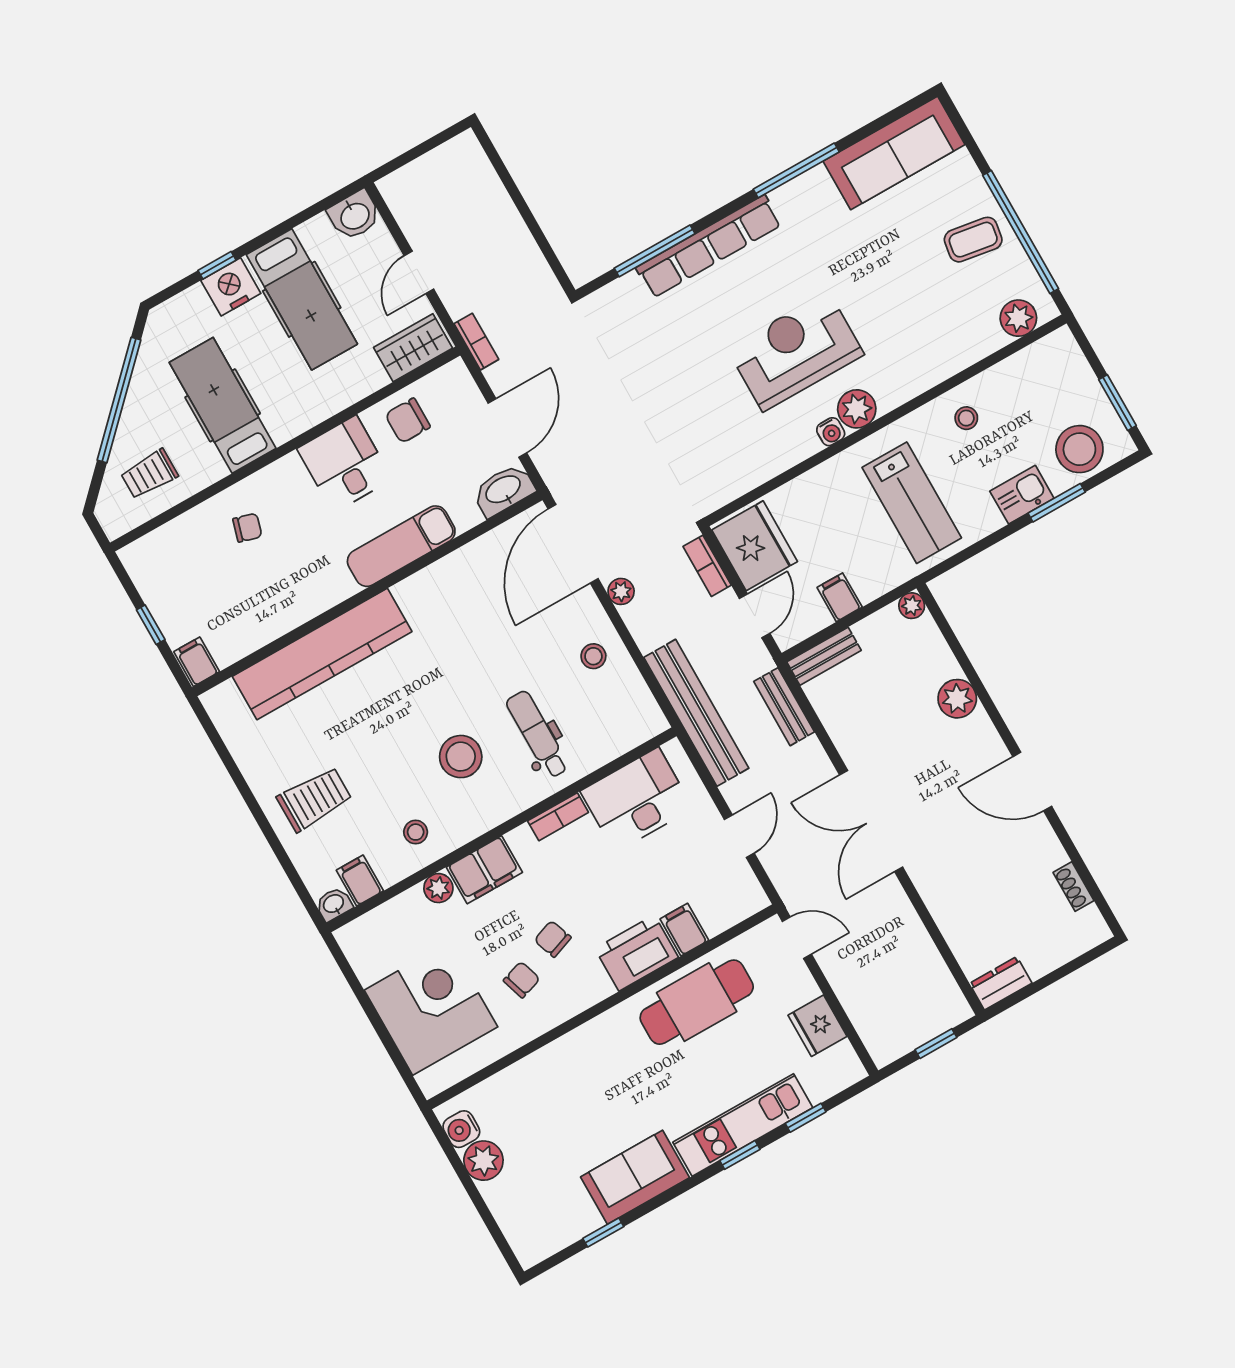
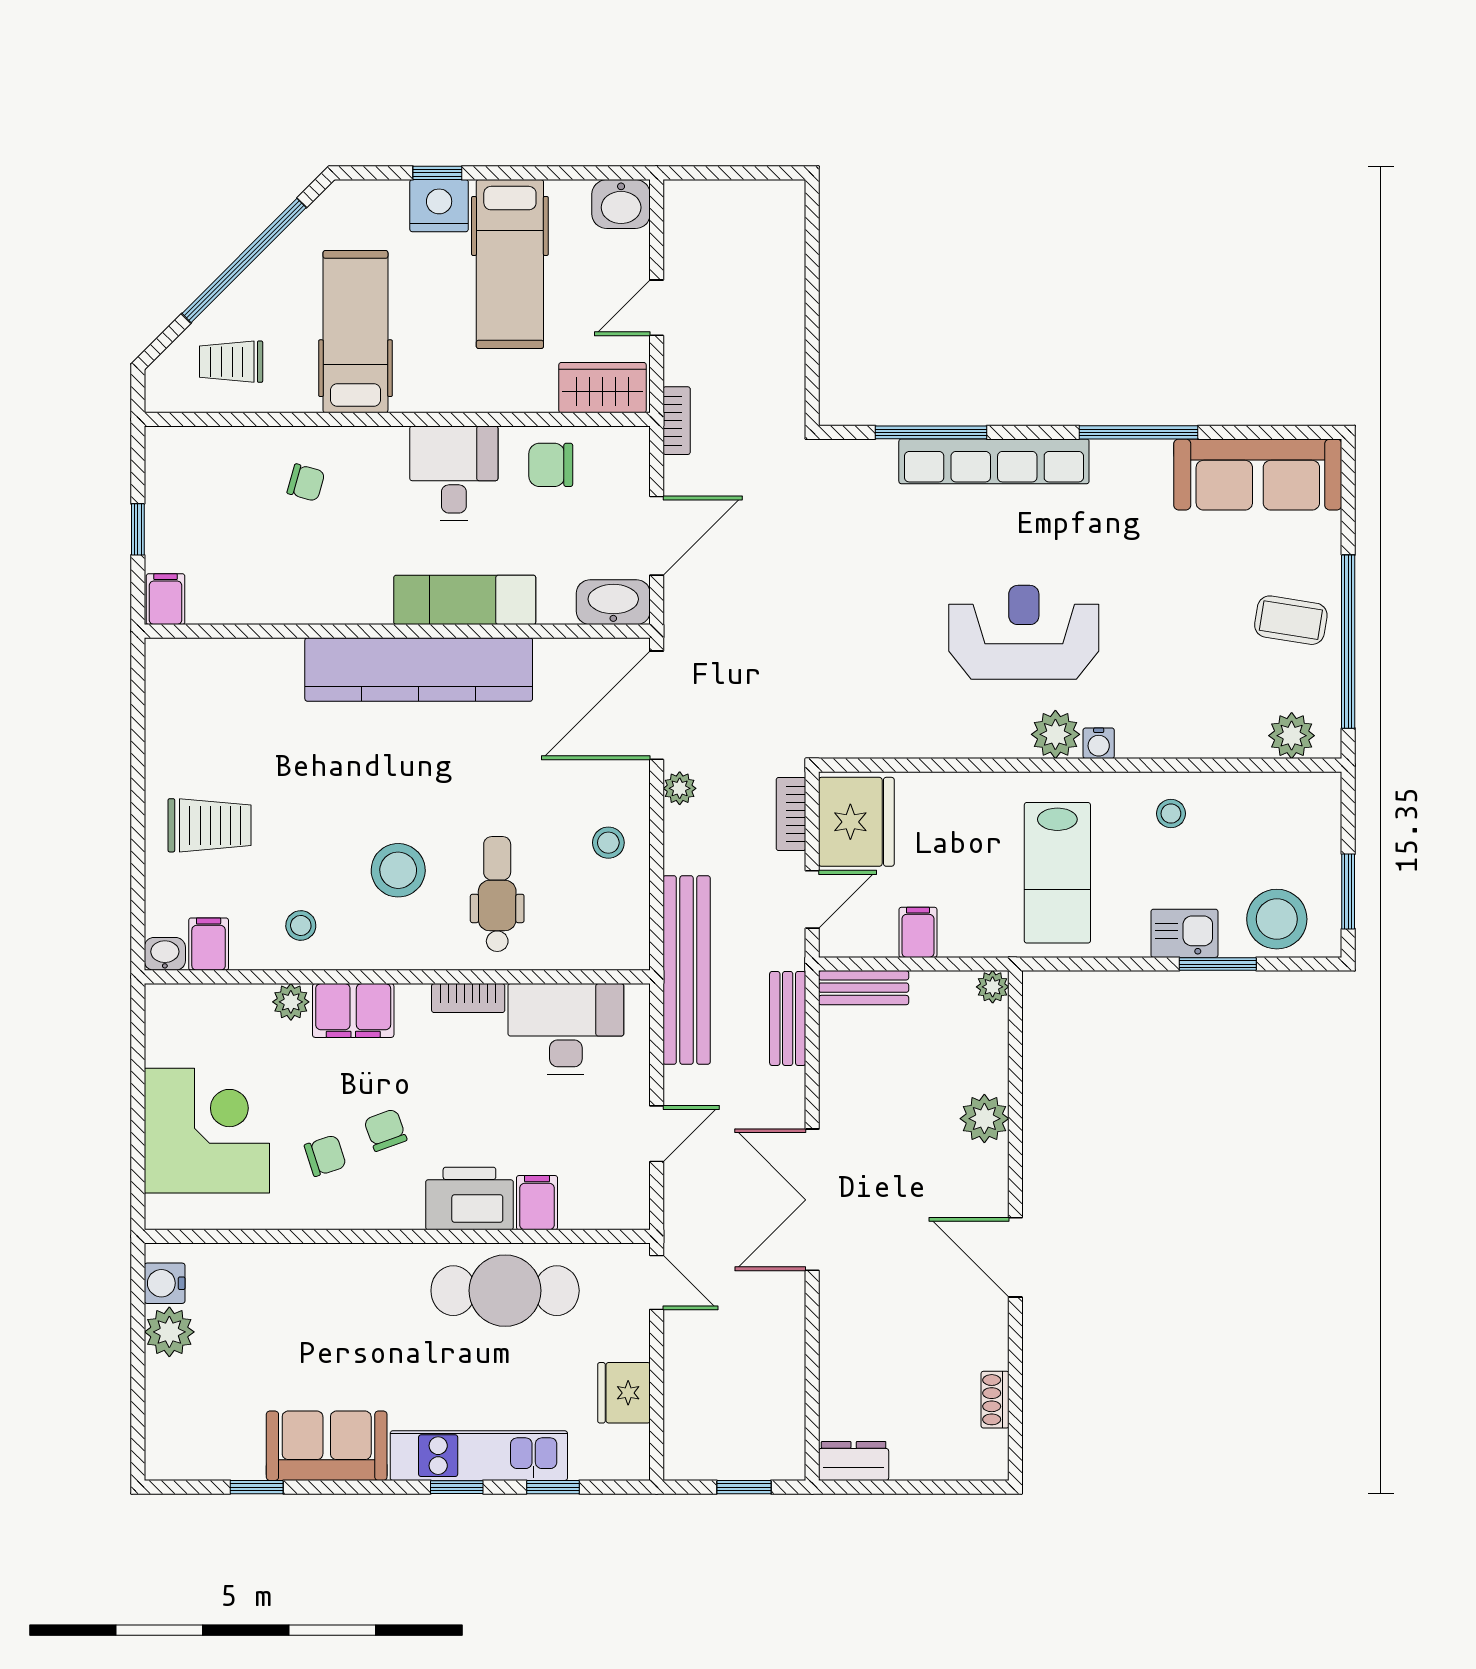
water cooler: (831, 432) -> (1099, 743), moved
kitchen counter: (322, 654) -> (419, 670), moved

